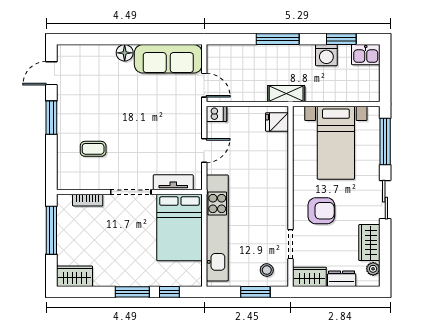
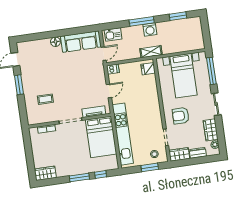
washing machine: (326, 55) -> (150, 30), moved
kitchen sink: (366, 55) -> (113, 35), moved
door: (204, 85) -> (103, 54), hinge flipped
armchair: (321, 211) -> (181, 116), turned 180
window: (51, 230) -> (28, 149), removed

